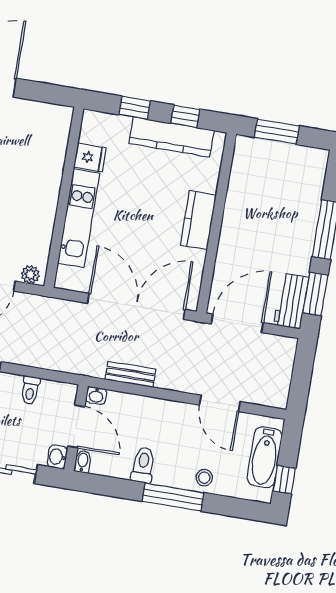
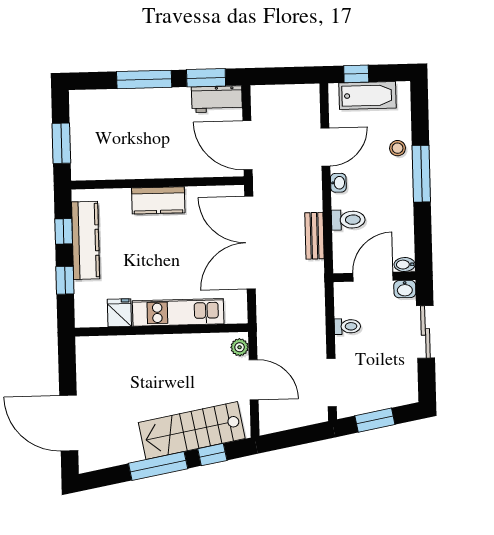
washbasin: (96, 395) -> (338, 183), moved
toilet: (143, 465) -> (348, 220), moved, turned 180
window: (284, 479) -> (356, 74), moved

